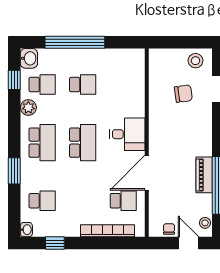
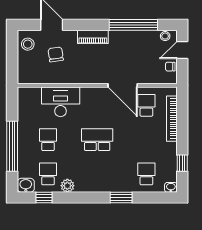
desk: (127, 134) -> (61, 102), moved, width x1.37
school desk: (42, 143) -> (97, 174), removed
piano: (204, 175) -> (93, 37), moved

